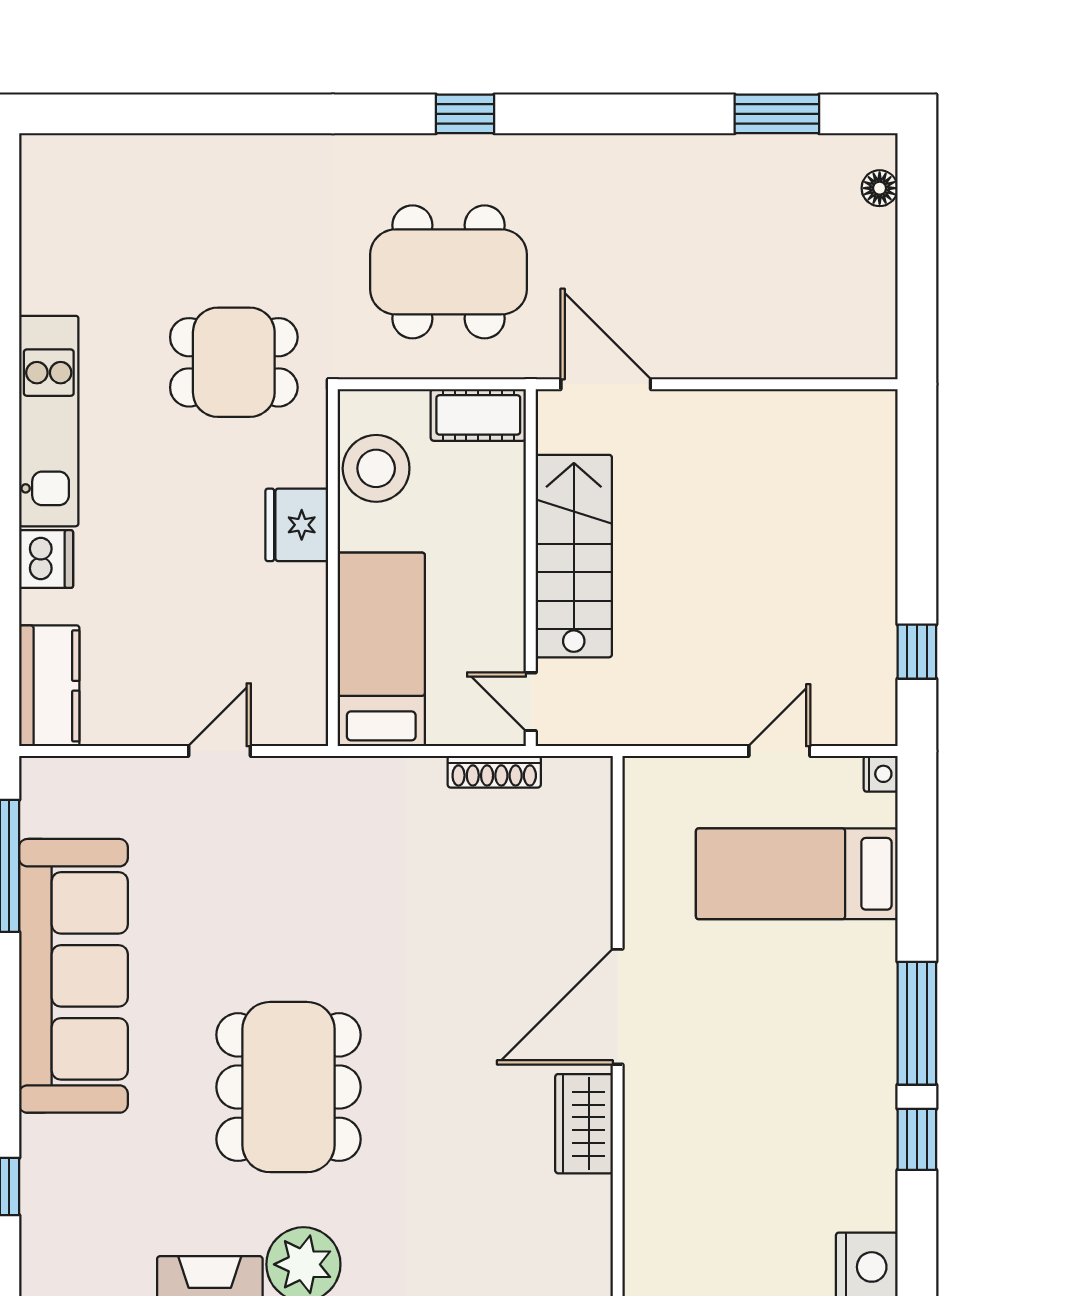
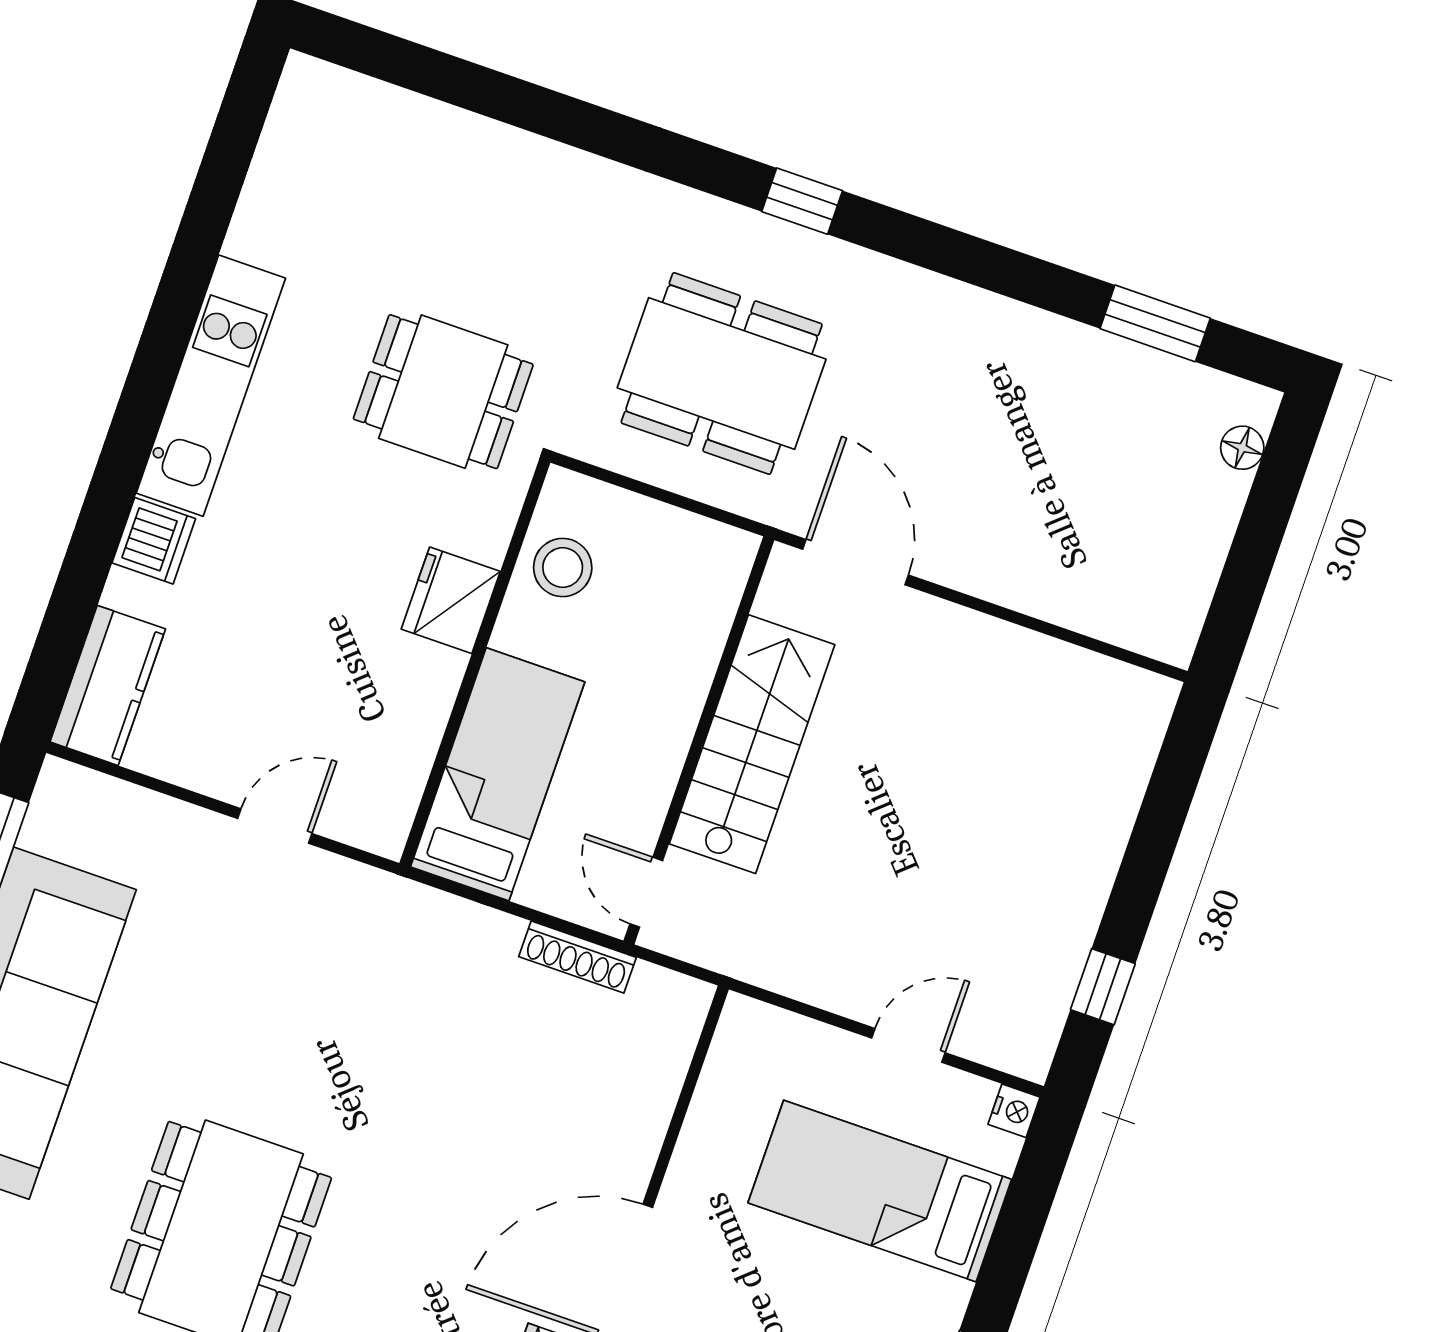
cot: (478, 415) -> (699, 547), removed
stool: (376, 468) -> (563, 567), width x0.73, depth x0.73

